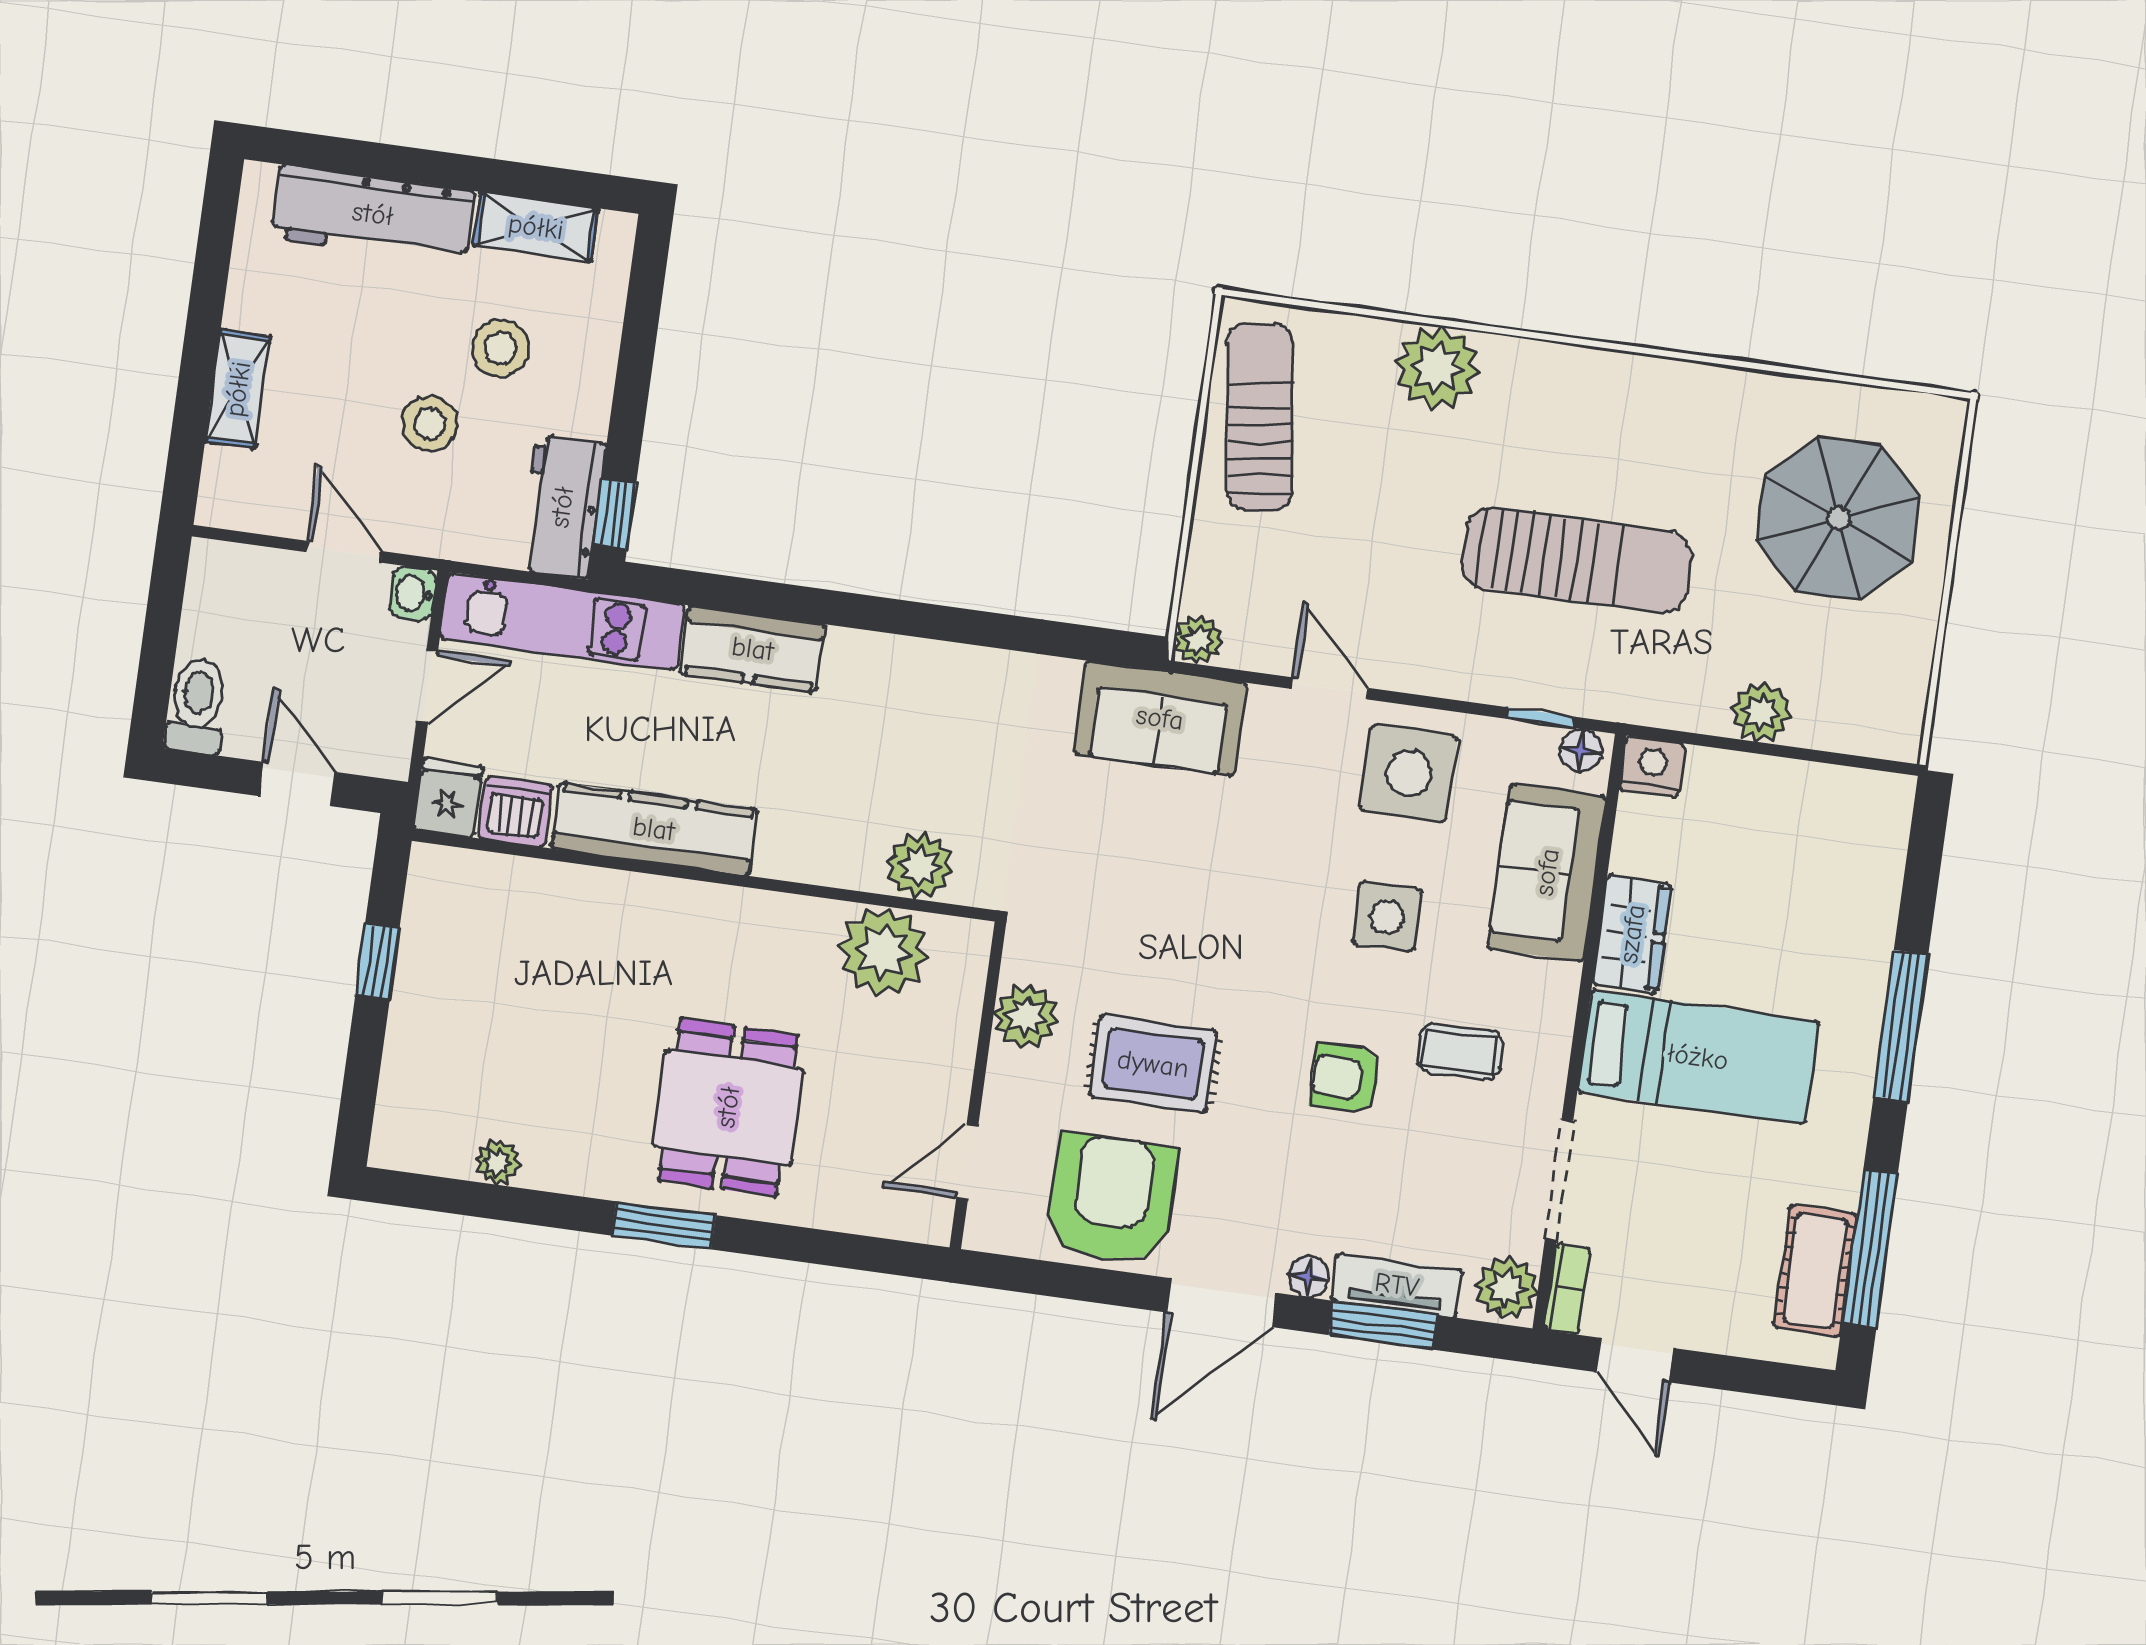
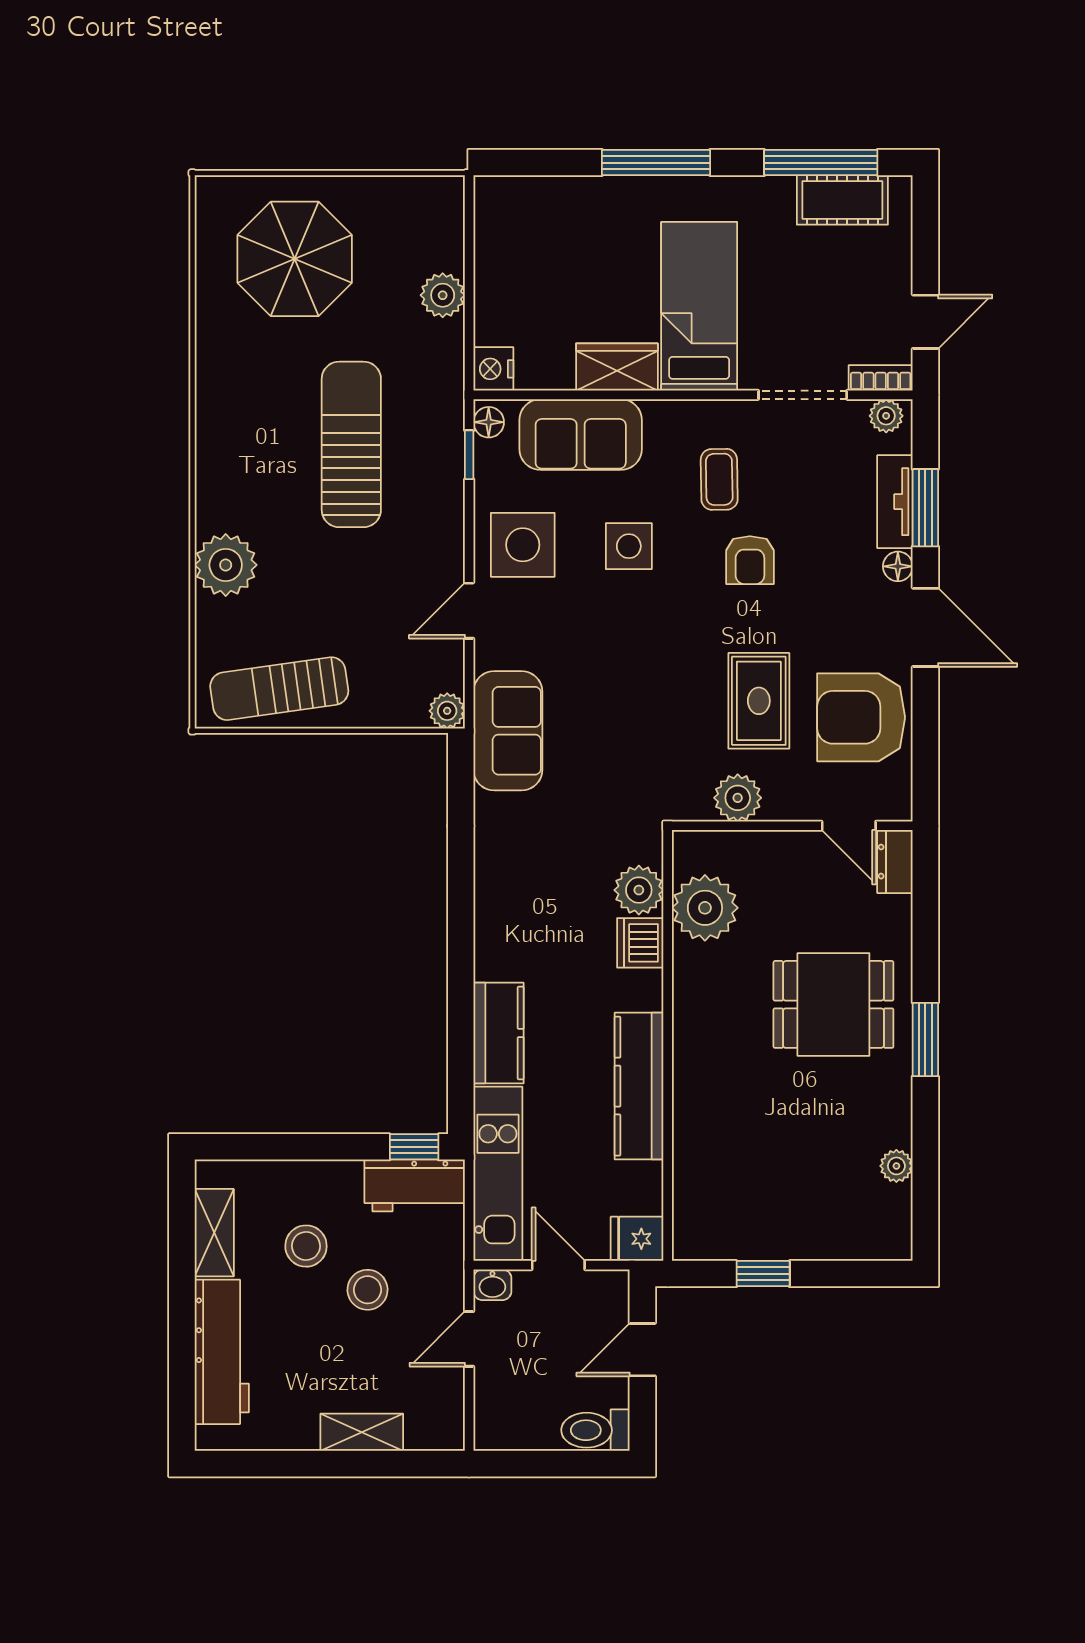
dishwasher: (516, 812) -> (640, 943), moved
dresser: (910, 1218) -> (895, 862), added
plant: (1506, 1288) -> (886, 416), width x0.73, depth x0.73

